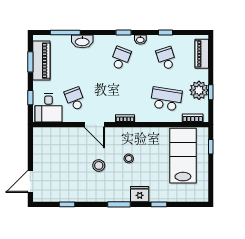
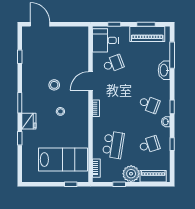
plant: (199, 90) -> (131, 174), moved

